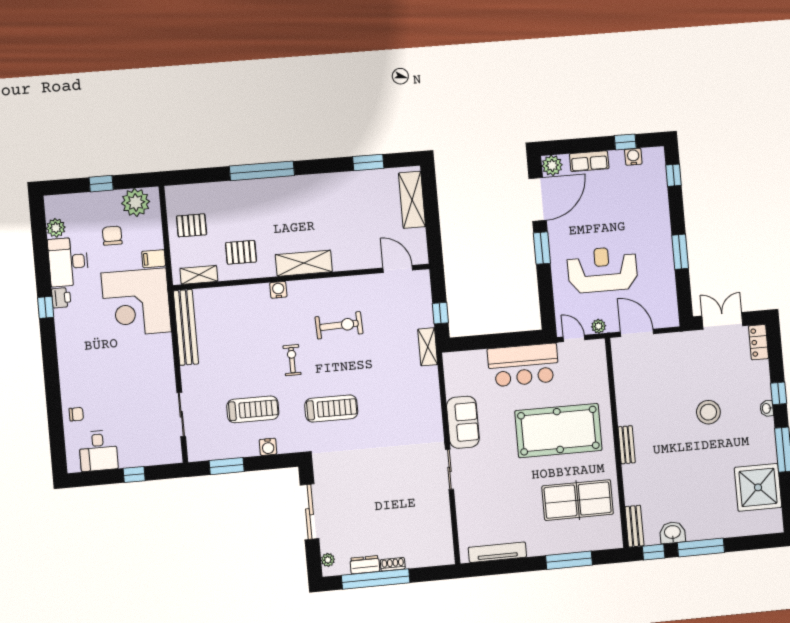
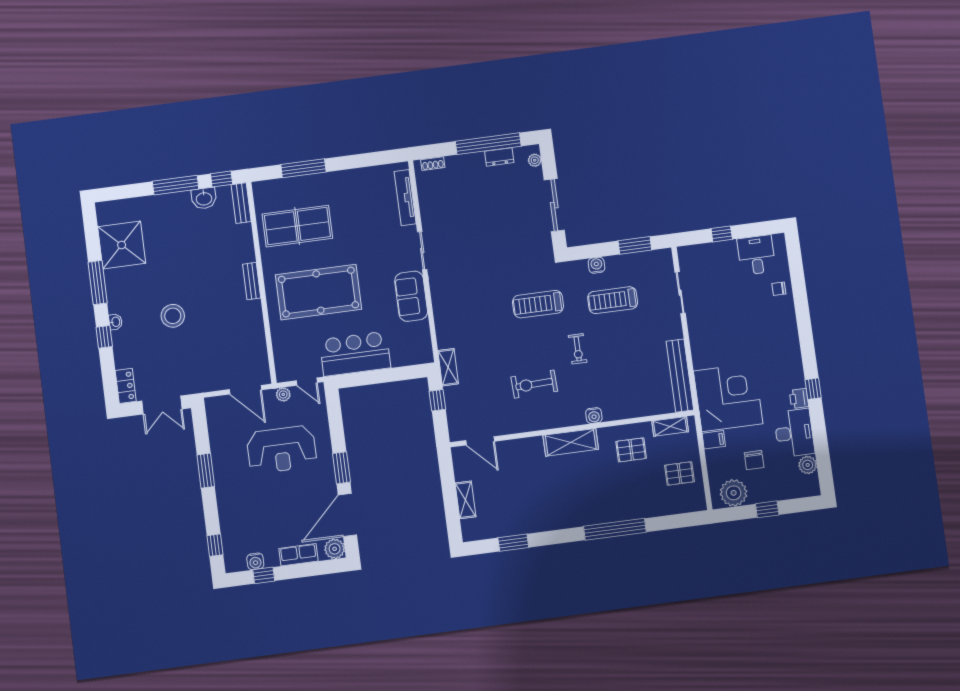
shelving: (412, 200) -> (466, 500), width x0.67, depth x0.75
tv unit: (497, 552) -> (405, 198), moved, turned 90
shoe rack: (393, 564) -> (433, 164), moved

